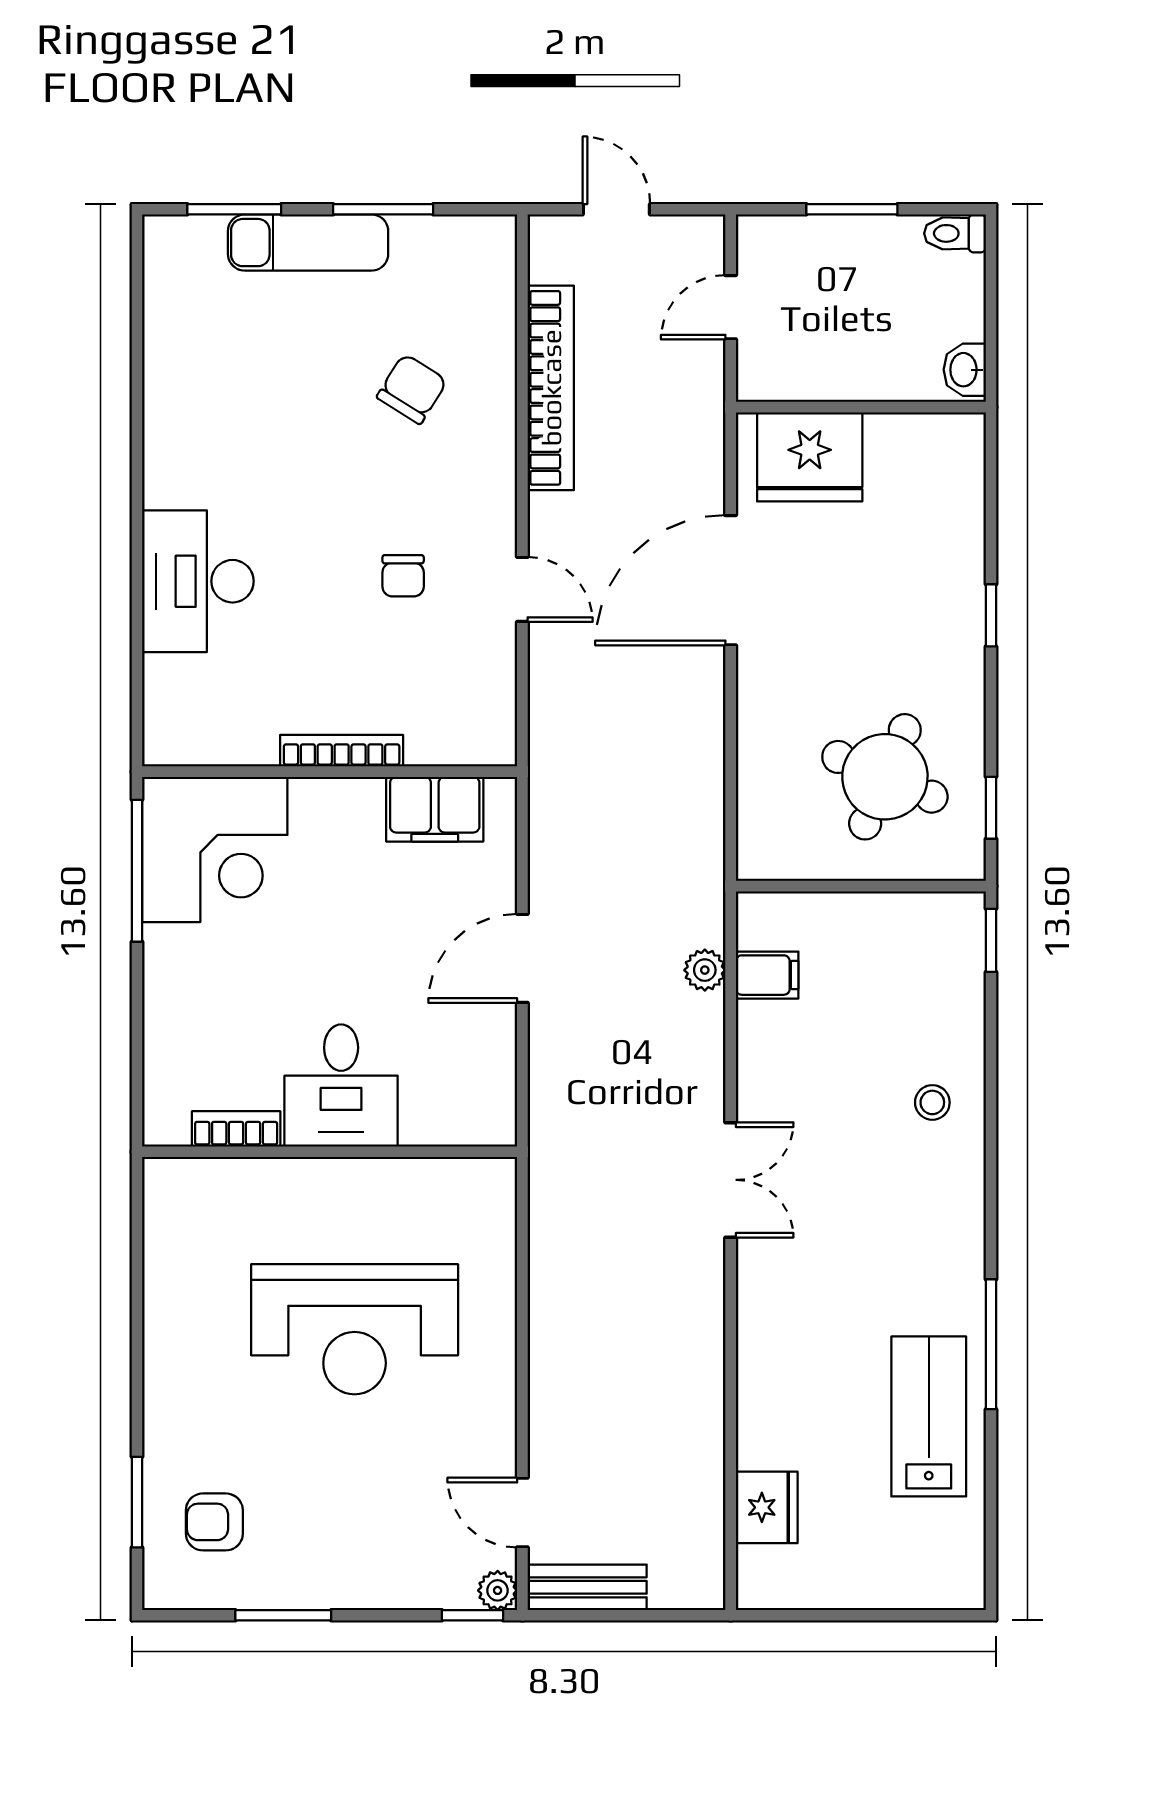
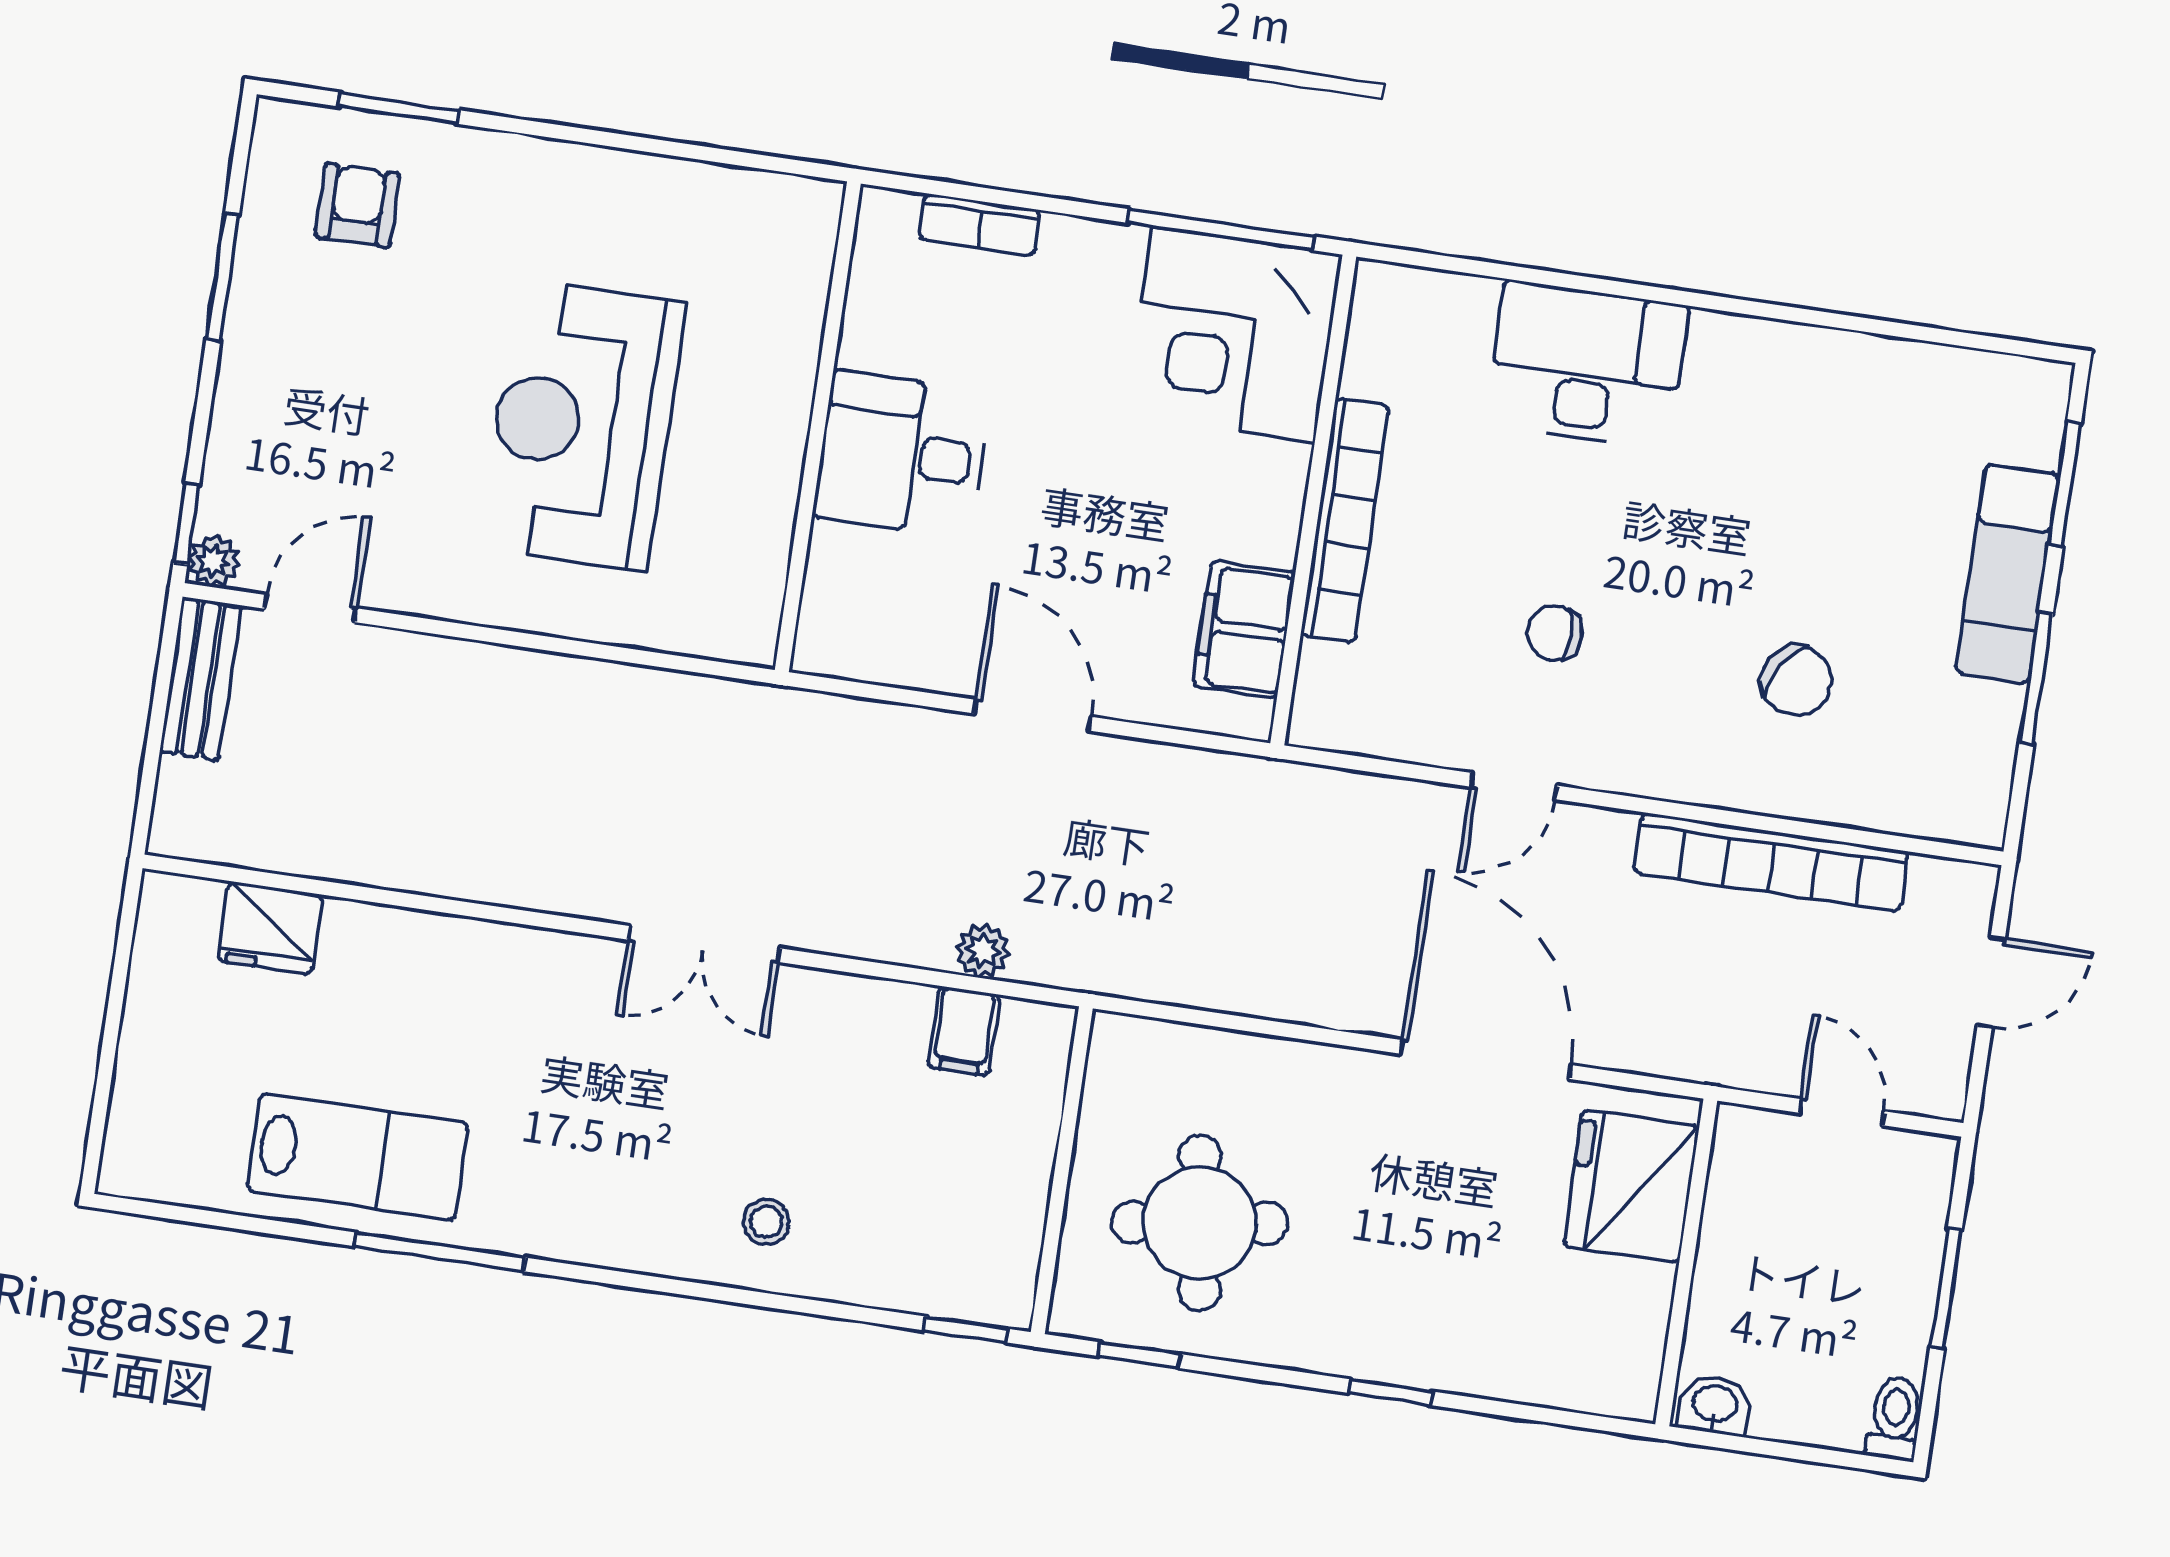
bookcase: (342, 751) -> (1345, 521), width x1.48, depth x1.31
round table: (885, 777) -> (1200, 1223), turned -31
bookcase: (236, 1129) -> (980, 225), moved, turned 90

